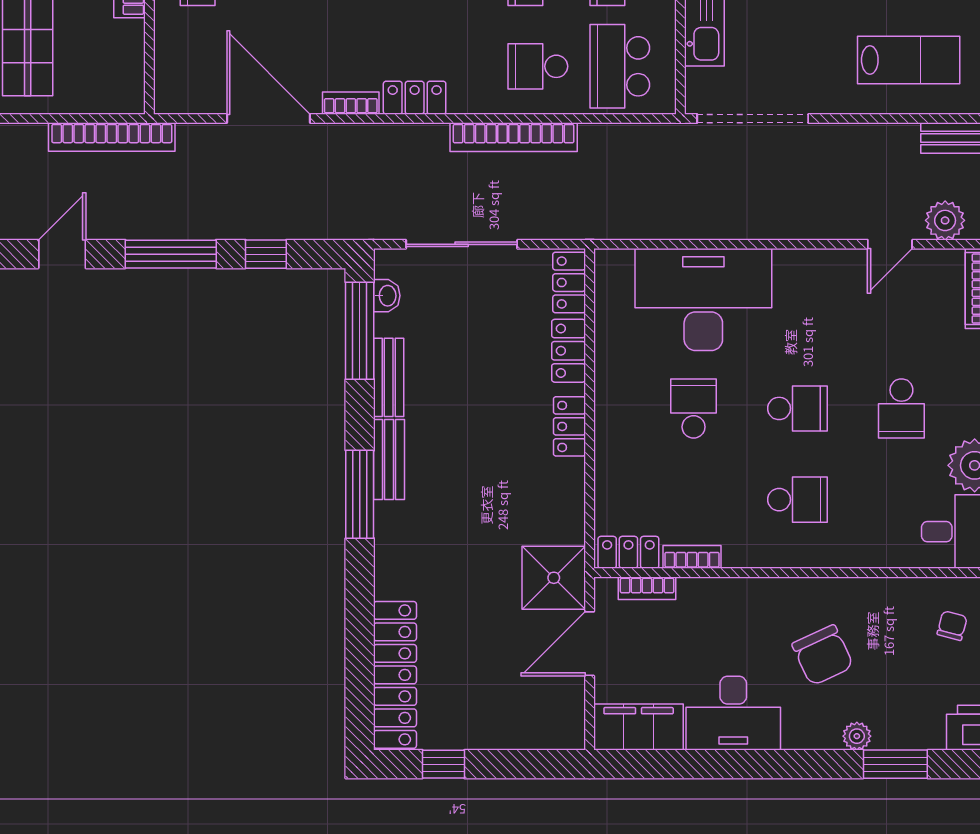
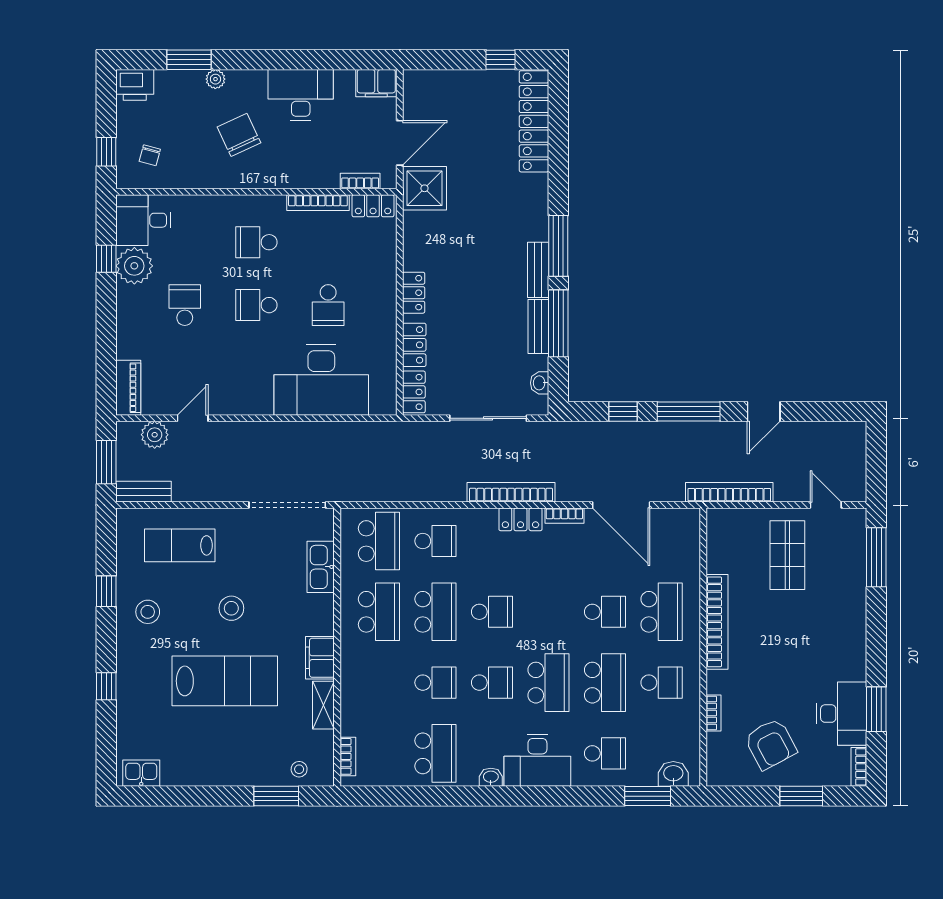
bookcase: (514, 137) -> (511, 492), moved
window: (360, 331) -> (558, 323), moved
bookcase: (692, 557) -> (318, 203), width x1.56
filing cabinet: (639, 727) -> (376, 83), width x0.67, depth x0.86

